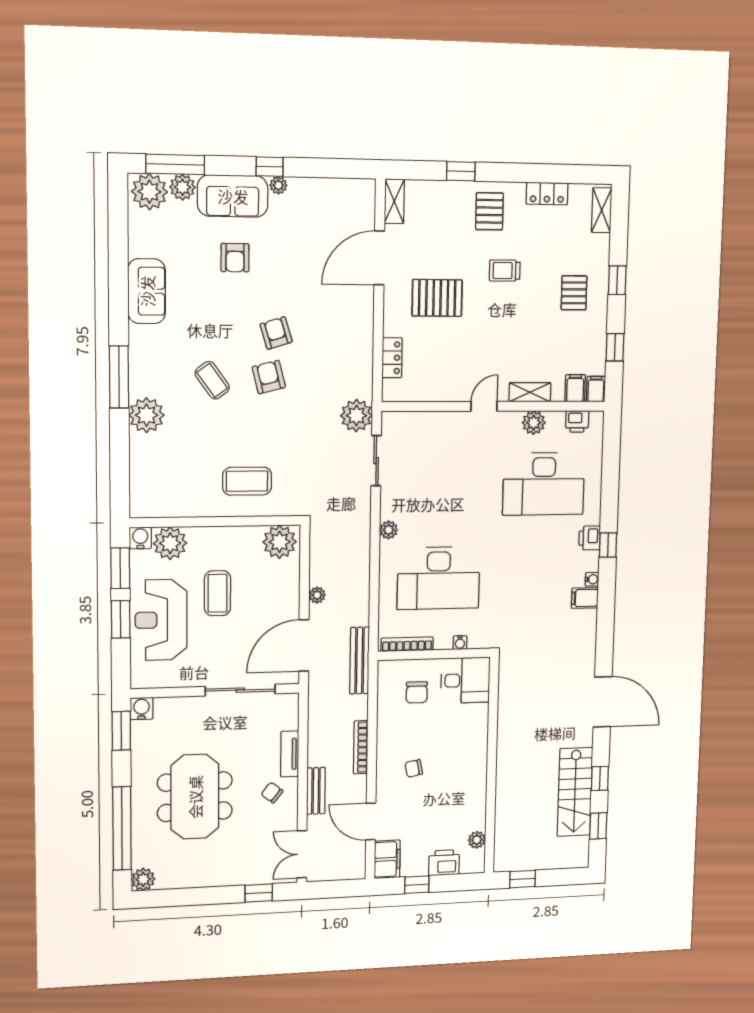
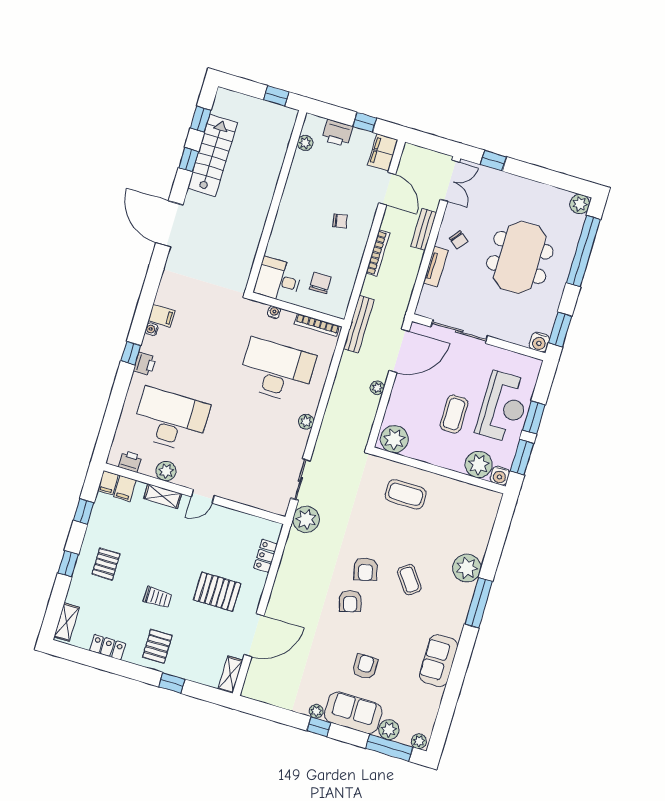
plant: (149, 192) -> (419, 741), width x0.53, depth x0.53

